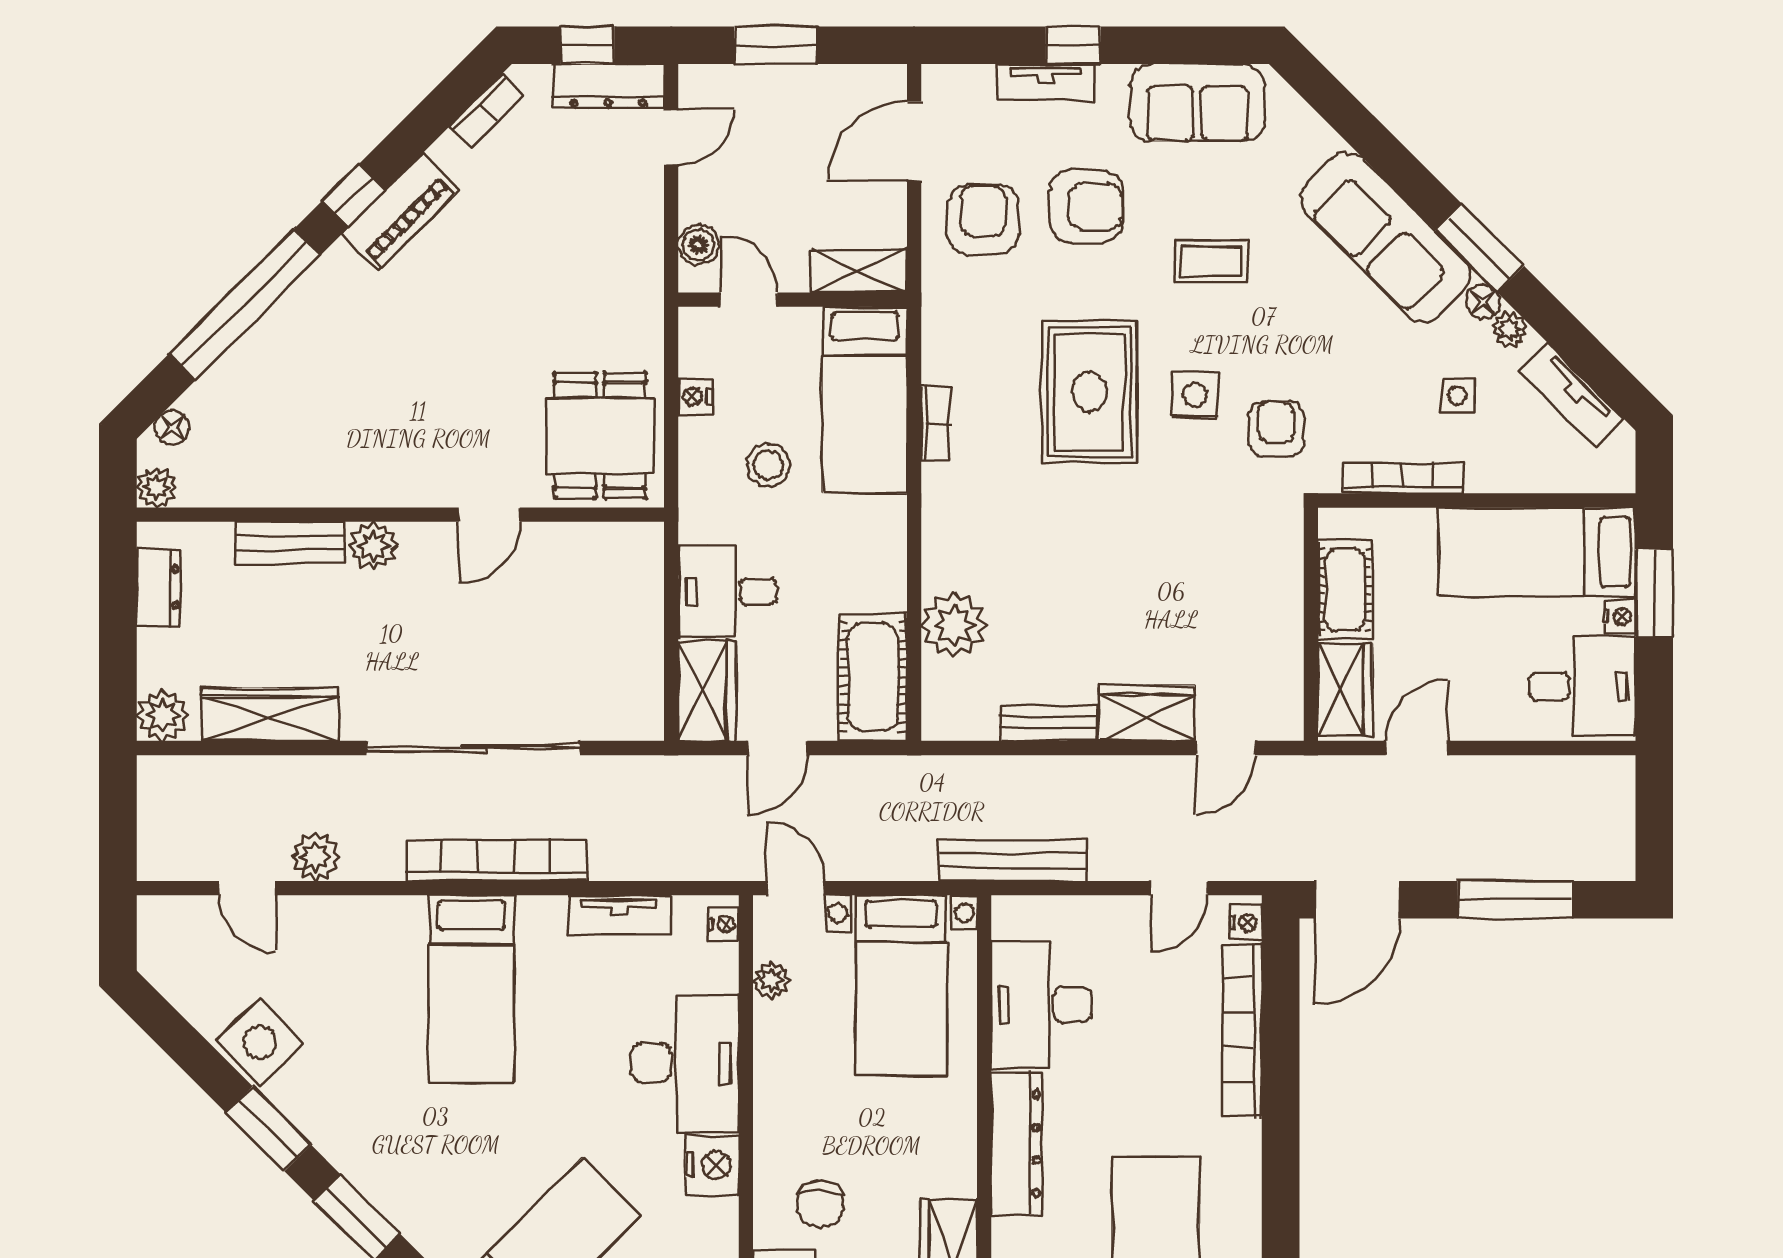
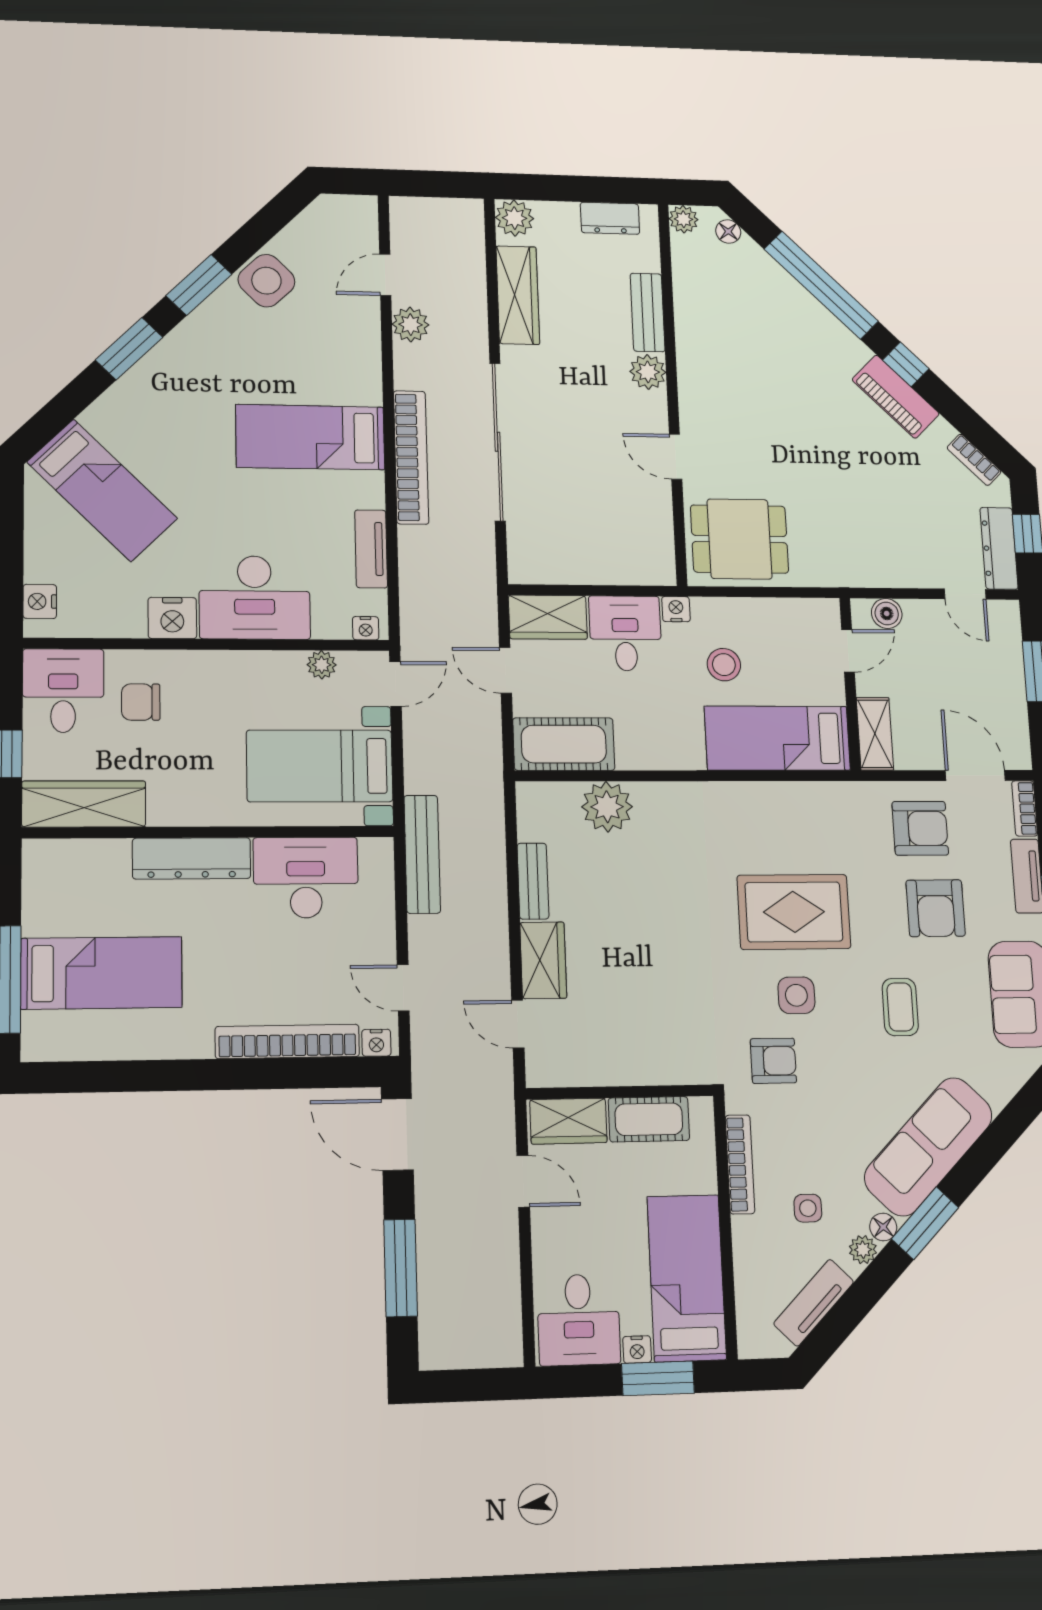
nightstand: (695, 397) -> (676, 609), moved
bookcase: (936, 424) -> (1025, 808), moved, turned 90

